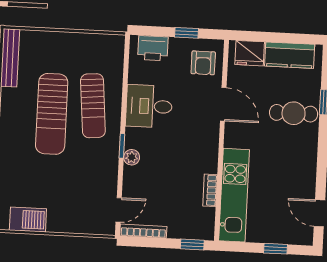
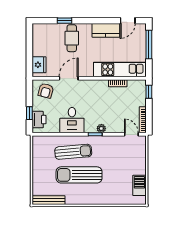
window: (186, 33) -> (29, 113), moved
kitchen counter: (290, 55) -> (106, 30), moved, turned 90
armchair: (203, 63) -> (46, 91), turned 105
sun lounger: (52, 114) -> (79, 175), turned 180
window: (275, 249) -> (149, 45), width x2.17

